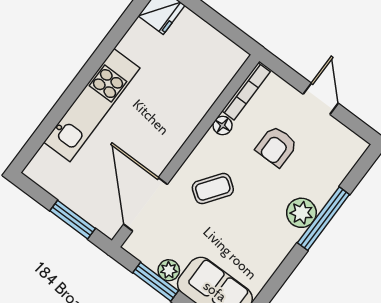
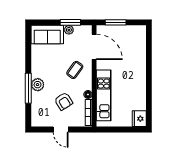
kitchen unit: (92, 105) -> (104, 95), moved, turned 180
armchair: (276, 146) -> (64, 101), turned 148

